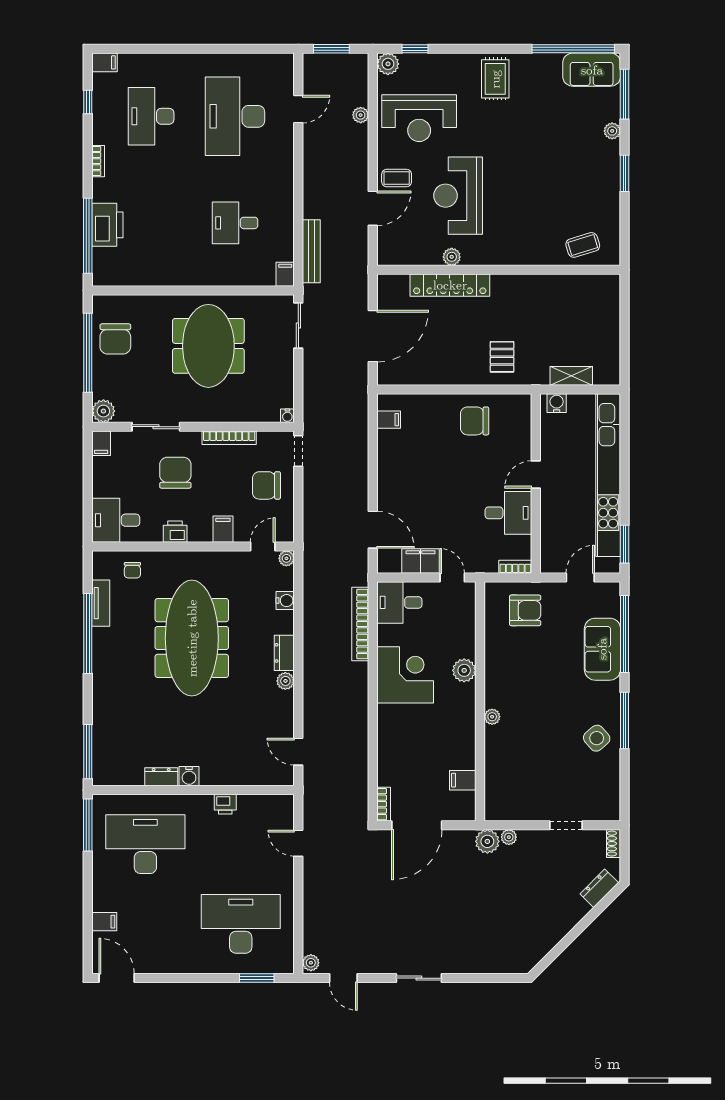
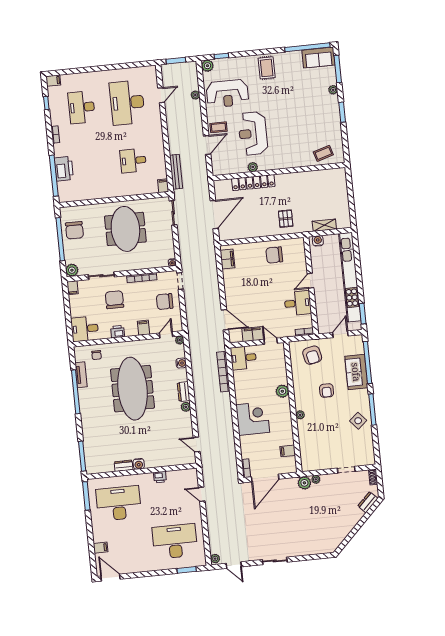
filing cabinet: (389, 420) -> (227, 259), width x2.00
armchair: (525, 610) -> (312, 355), turned 78
corner desk: (405, 675) -> (253, 419), moved
armchair: (545, 677) -> (327, 391), added

